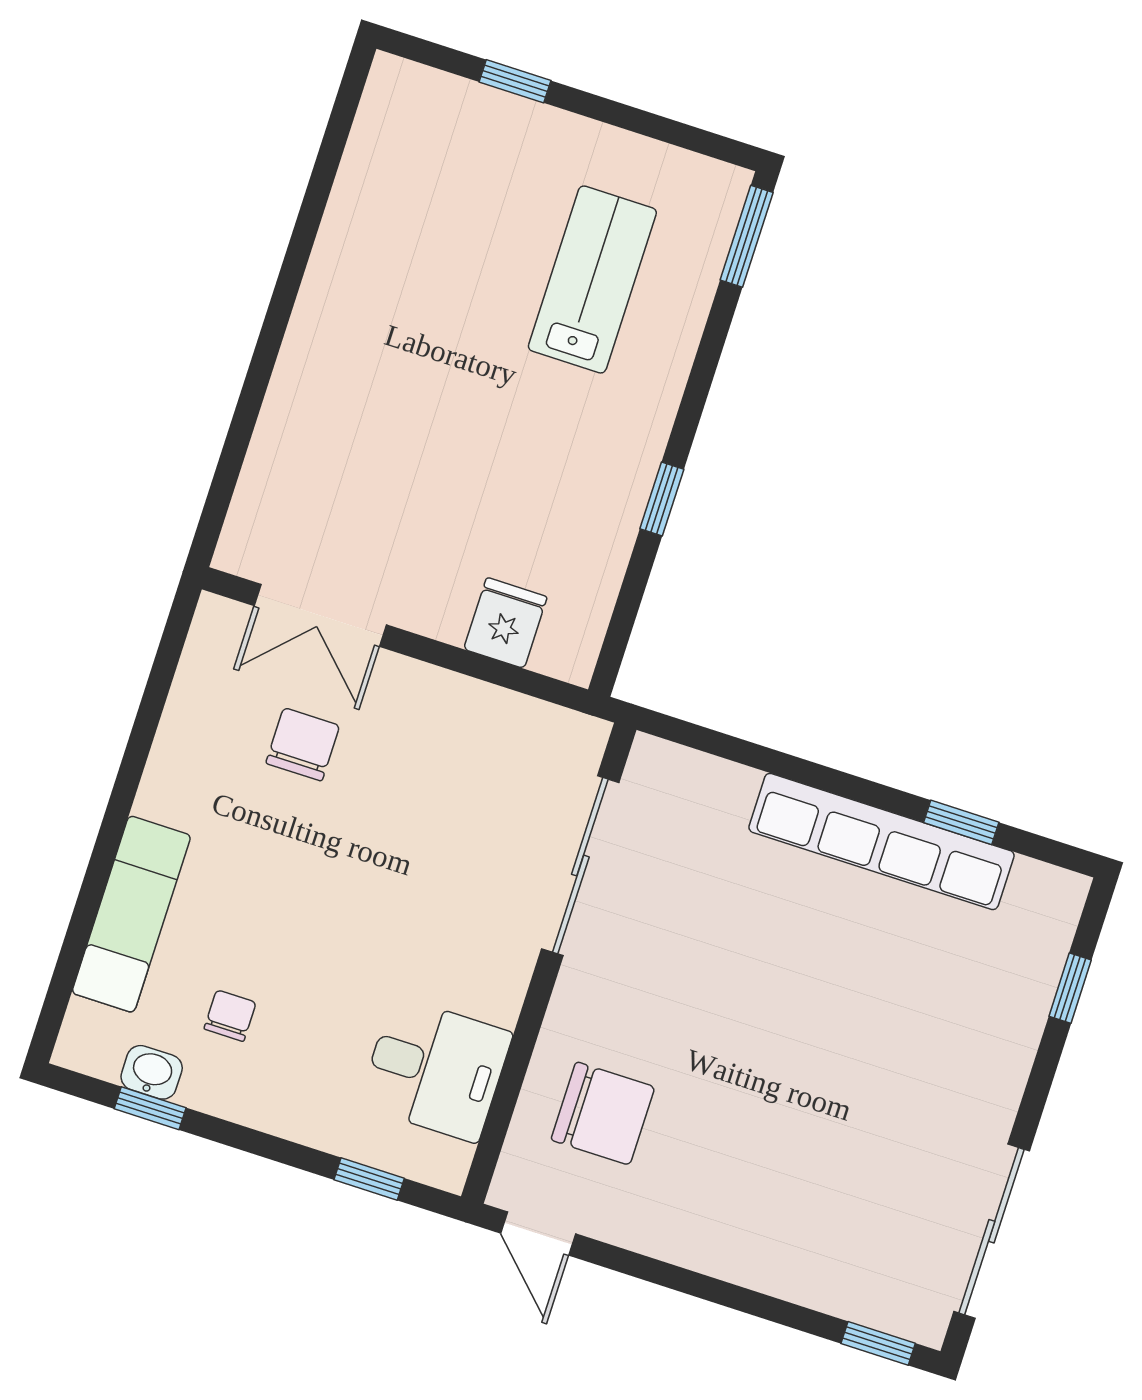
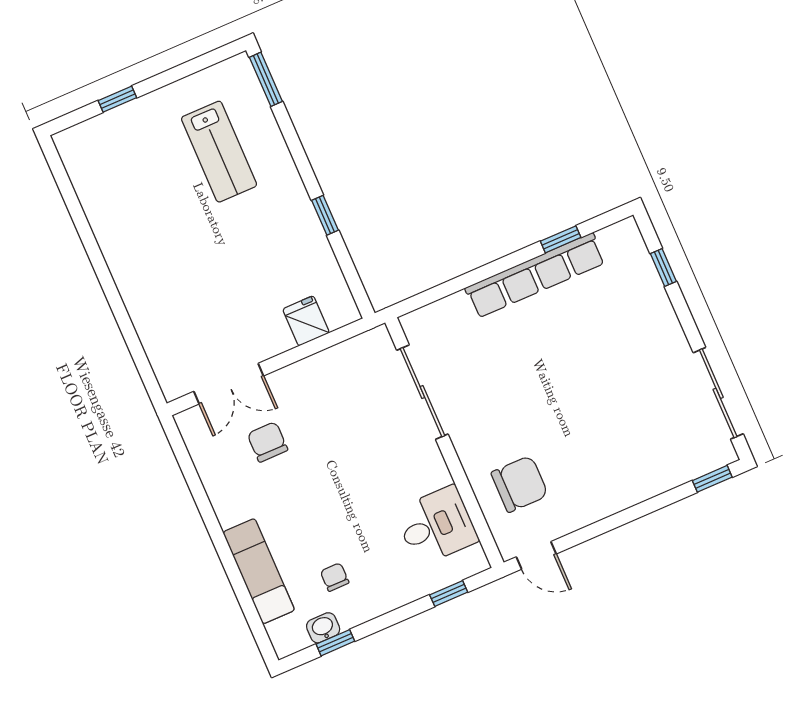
lab bench: (592, 279) -> (219, 152), turned 180

